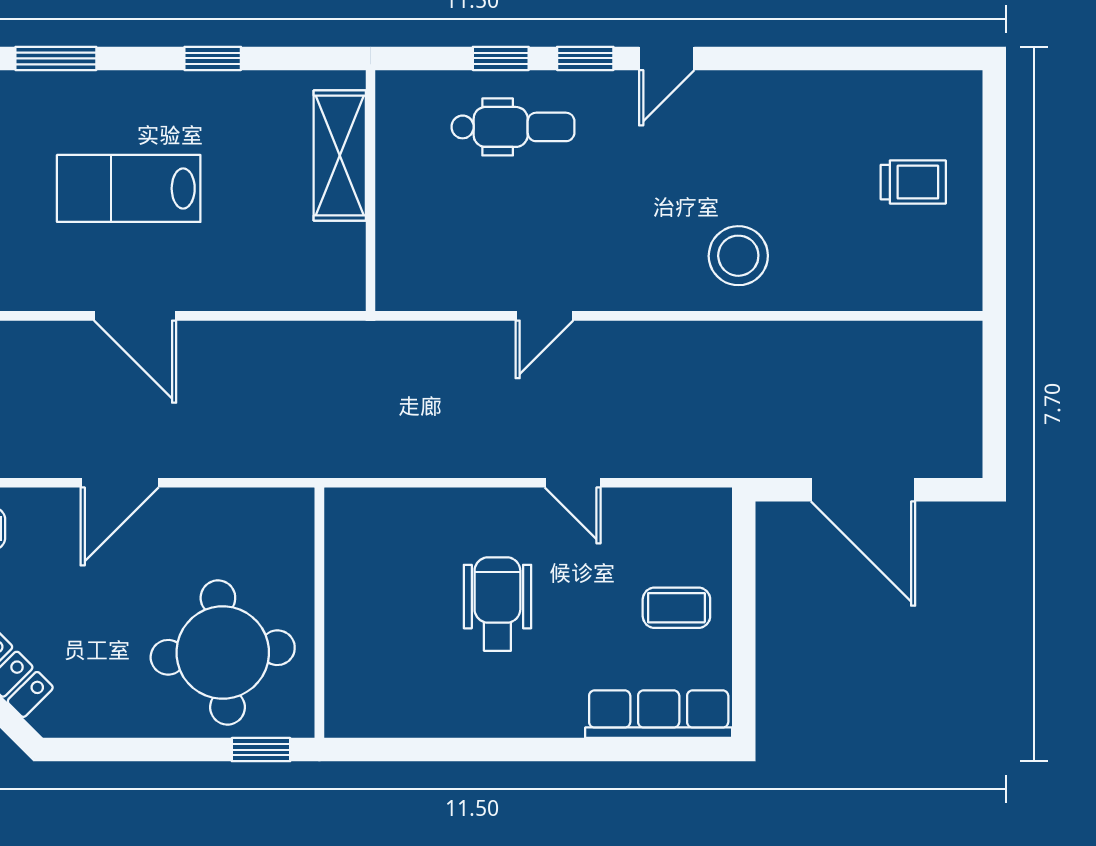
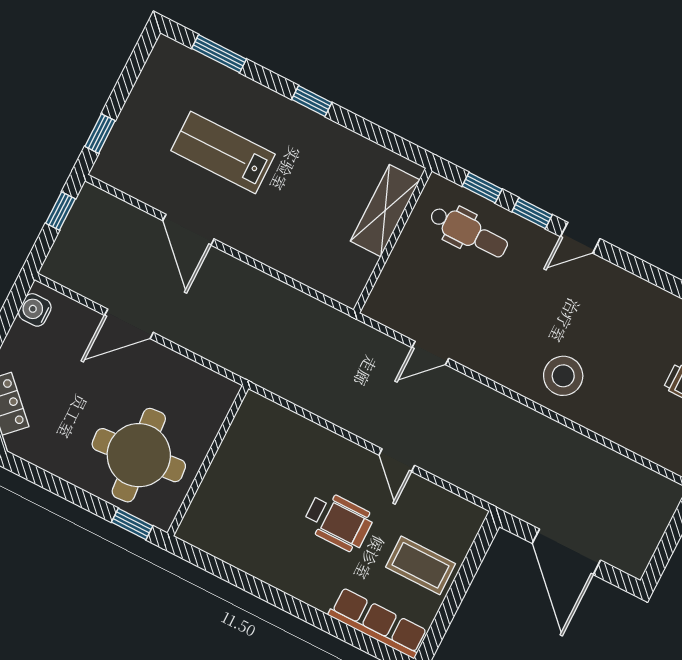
shelving: (340, 156) -> (385, 211), moved
wall: (370, 191) -> (393, 241), moved
wheelchair: (497, 604) -> (338, 521), moved, turned 90
coffee table: (676, 608) -> (421, 565), width x1.36, depth x1.30

